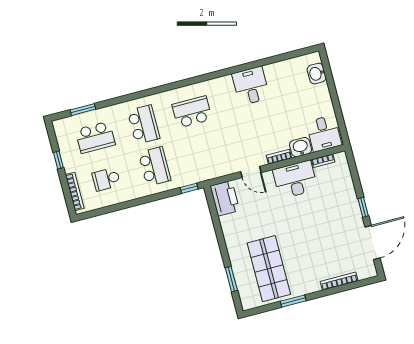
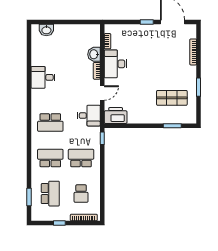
school desk: (192, 112) -> (50, 123), turned -90
desk: (324, 133) -> (89, 116), moved
shop shelf: (269, 269) -> (172, 98), width x0.70, depth x0.74

